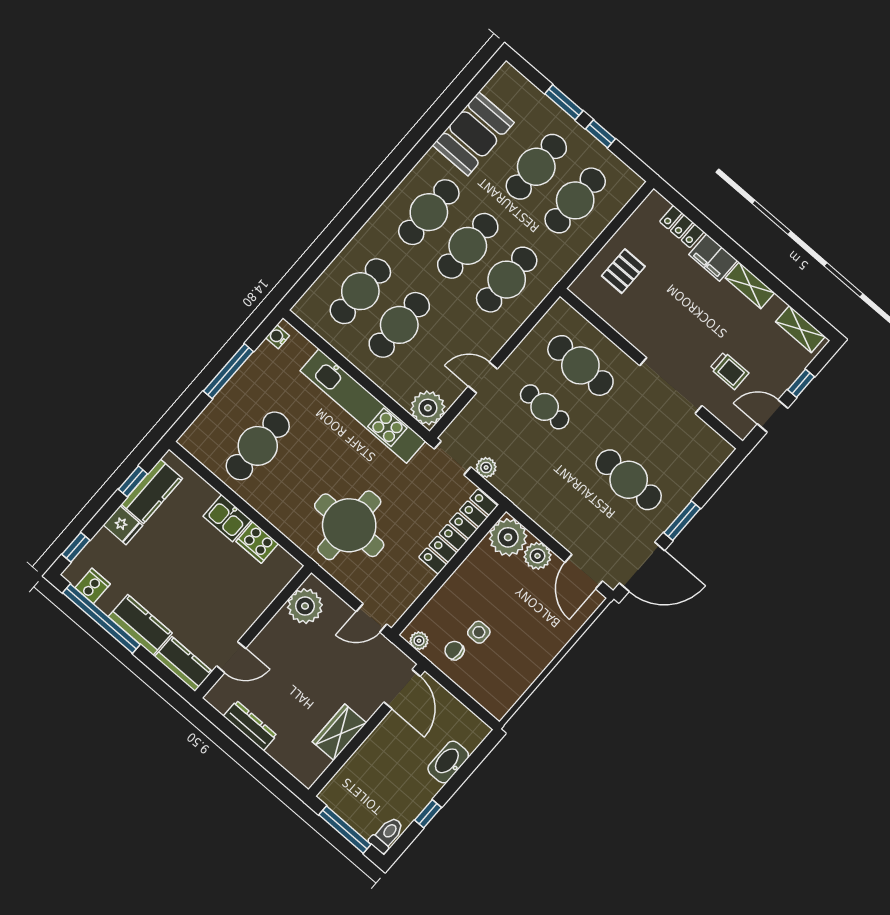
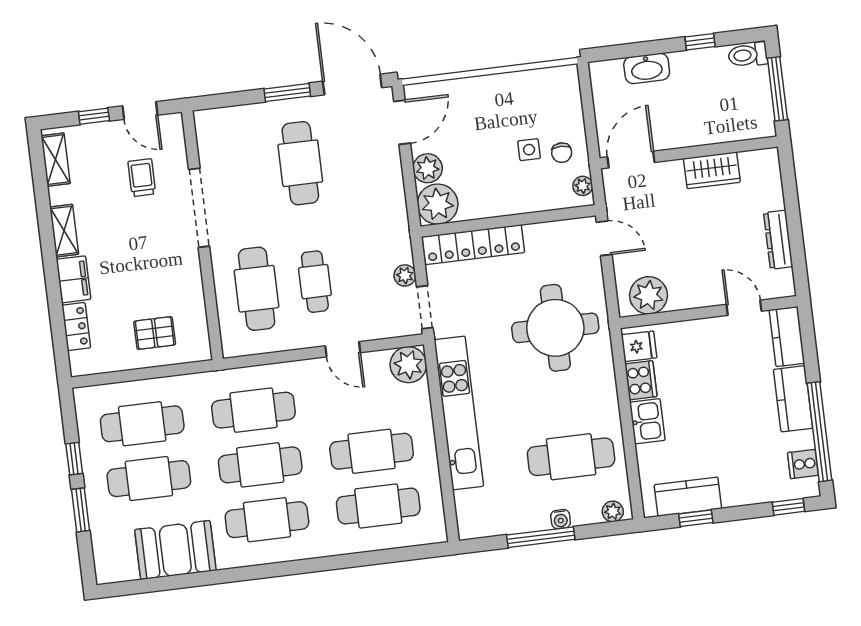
water cooler: (277, 337) -> (561, 519), moved
plant: (195, 434) -> (613, 511), added
fridge: (123, 525) -> (639, 346), moved, turned 90

